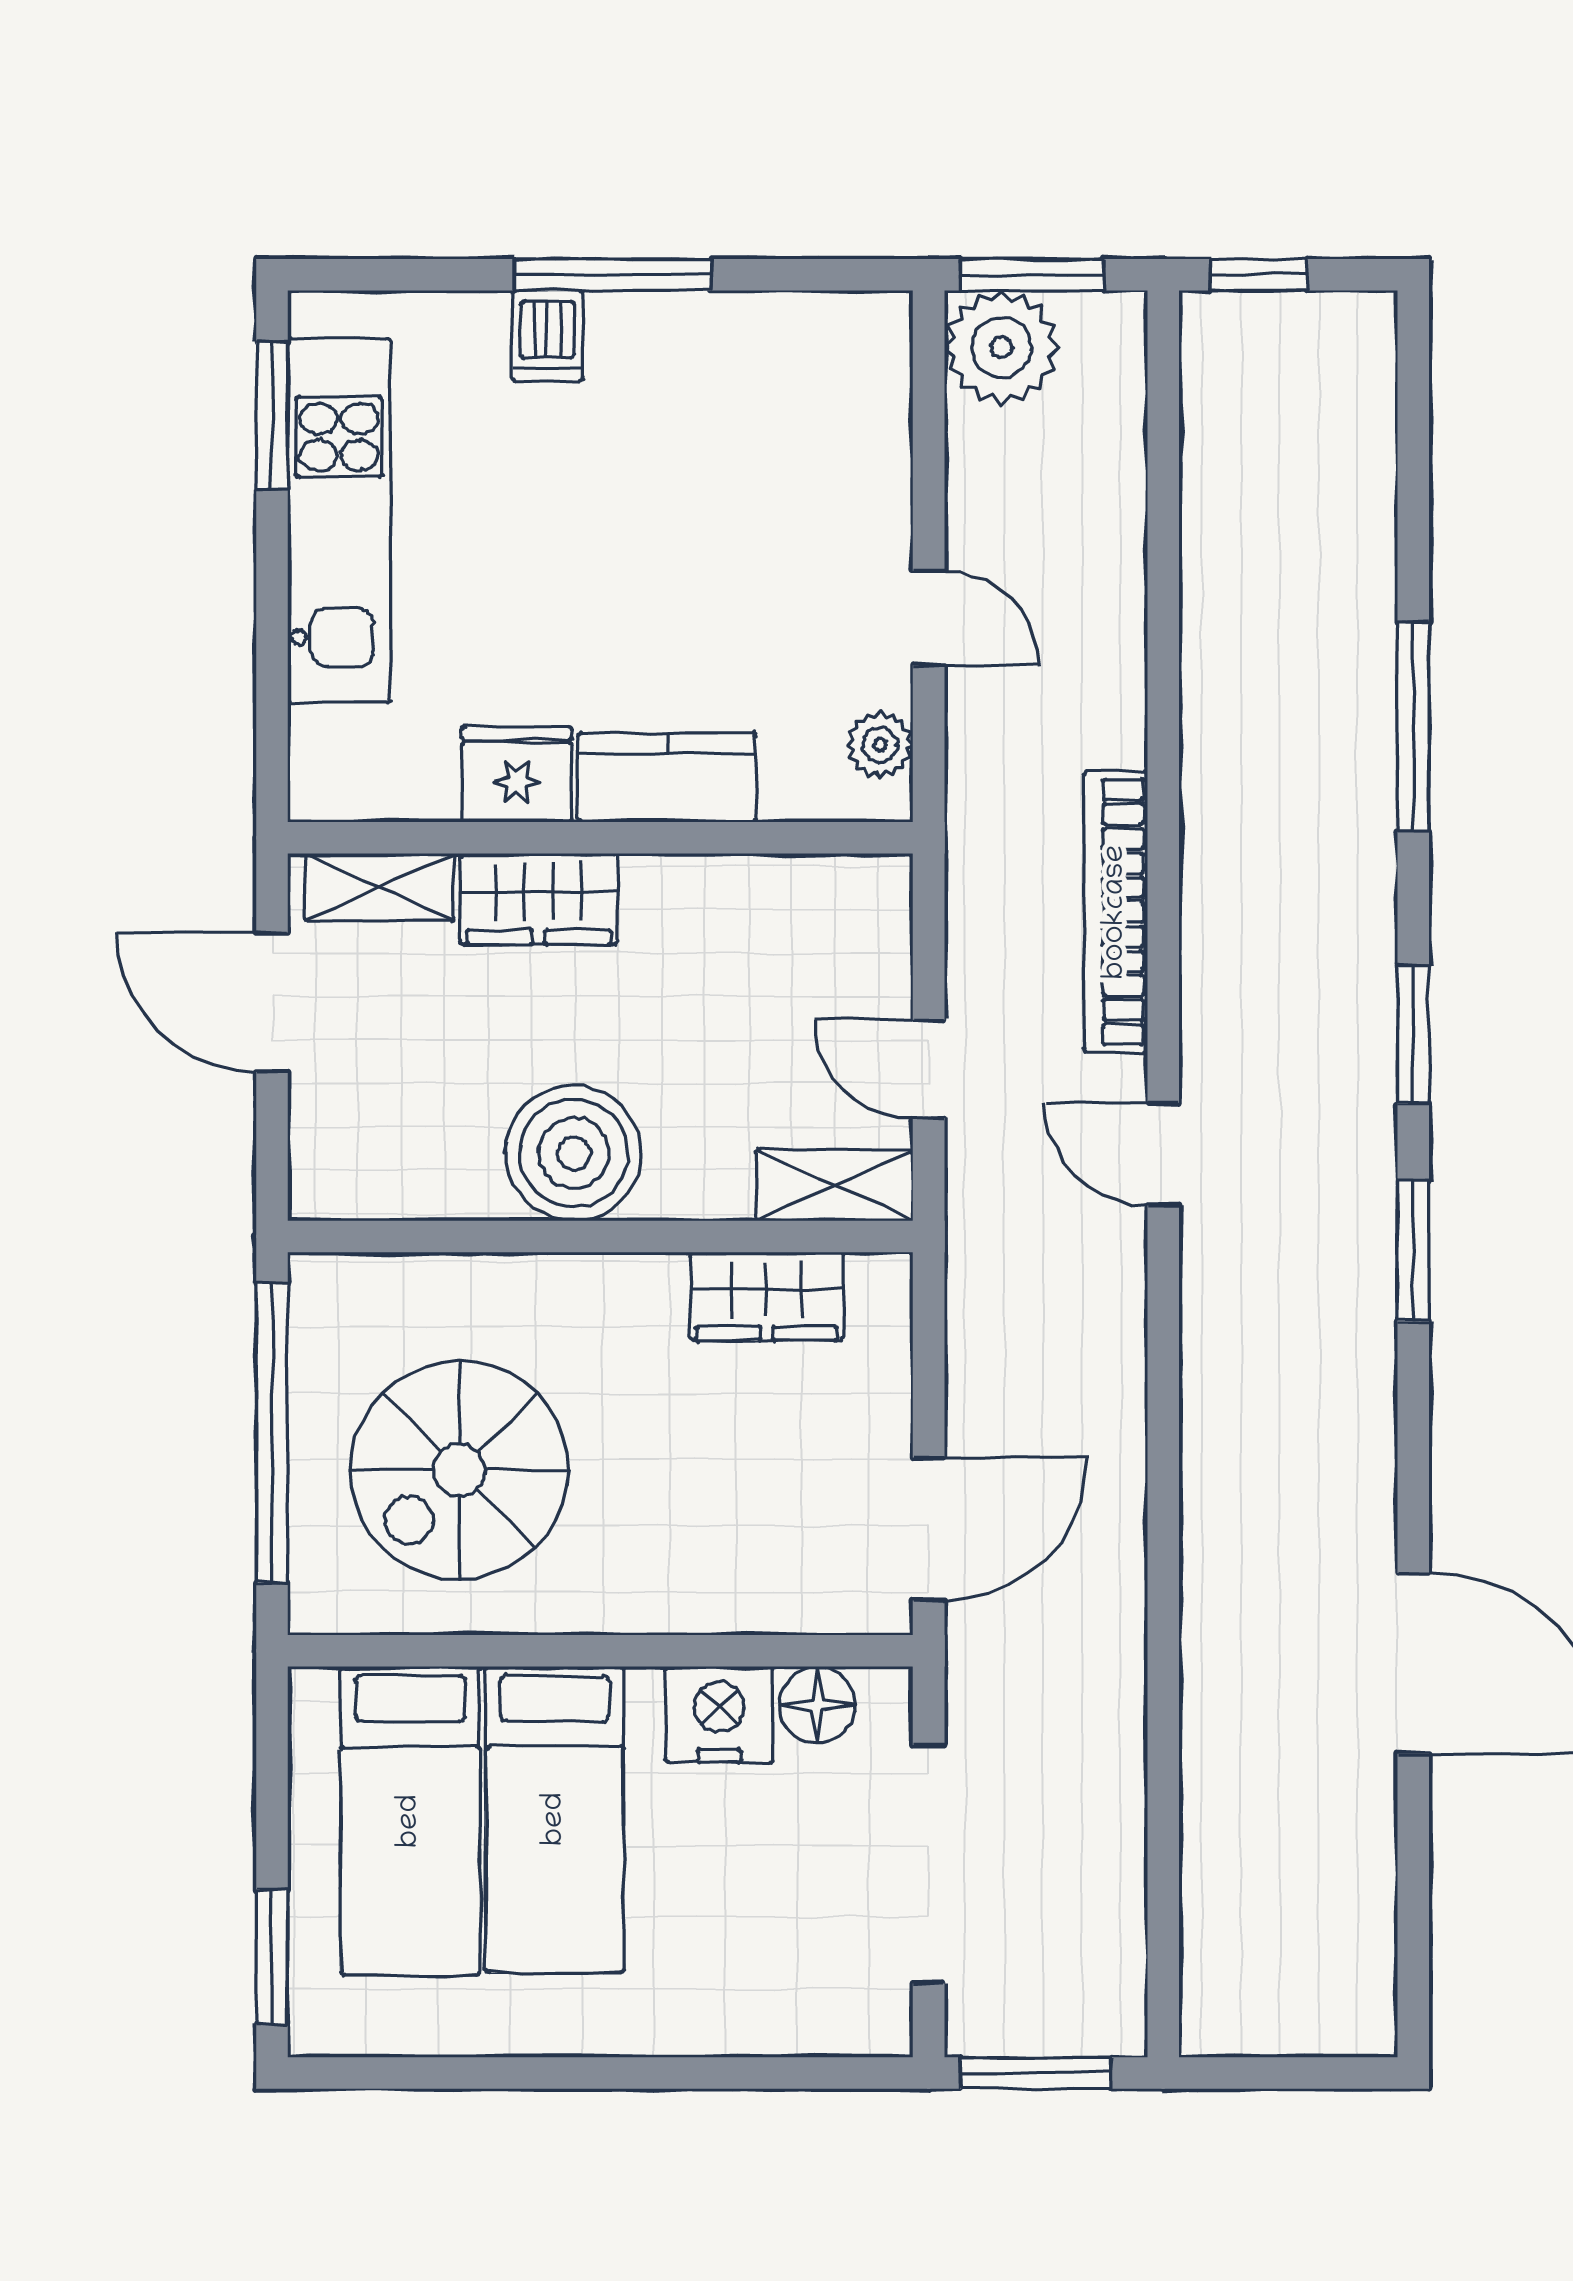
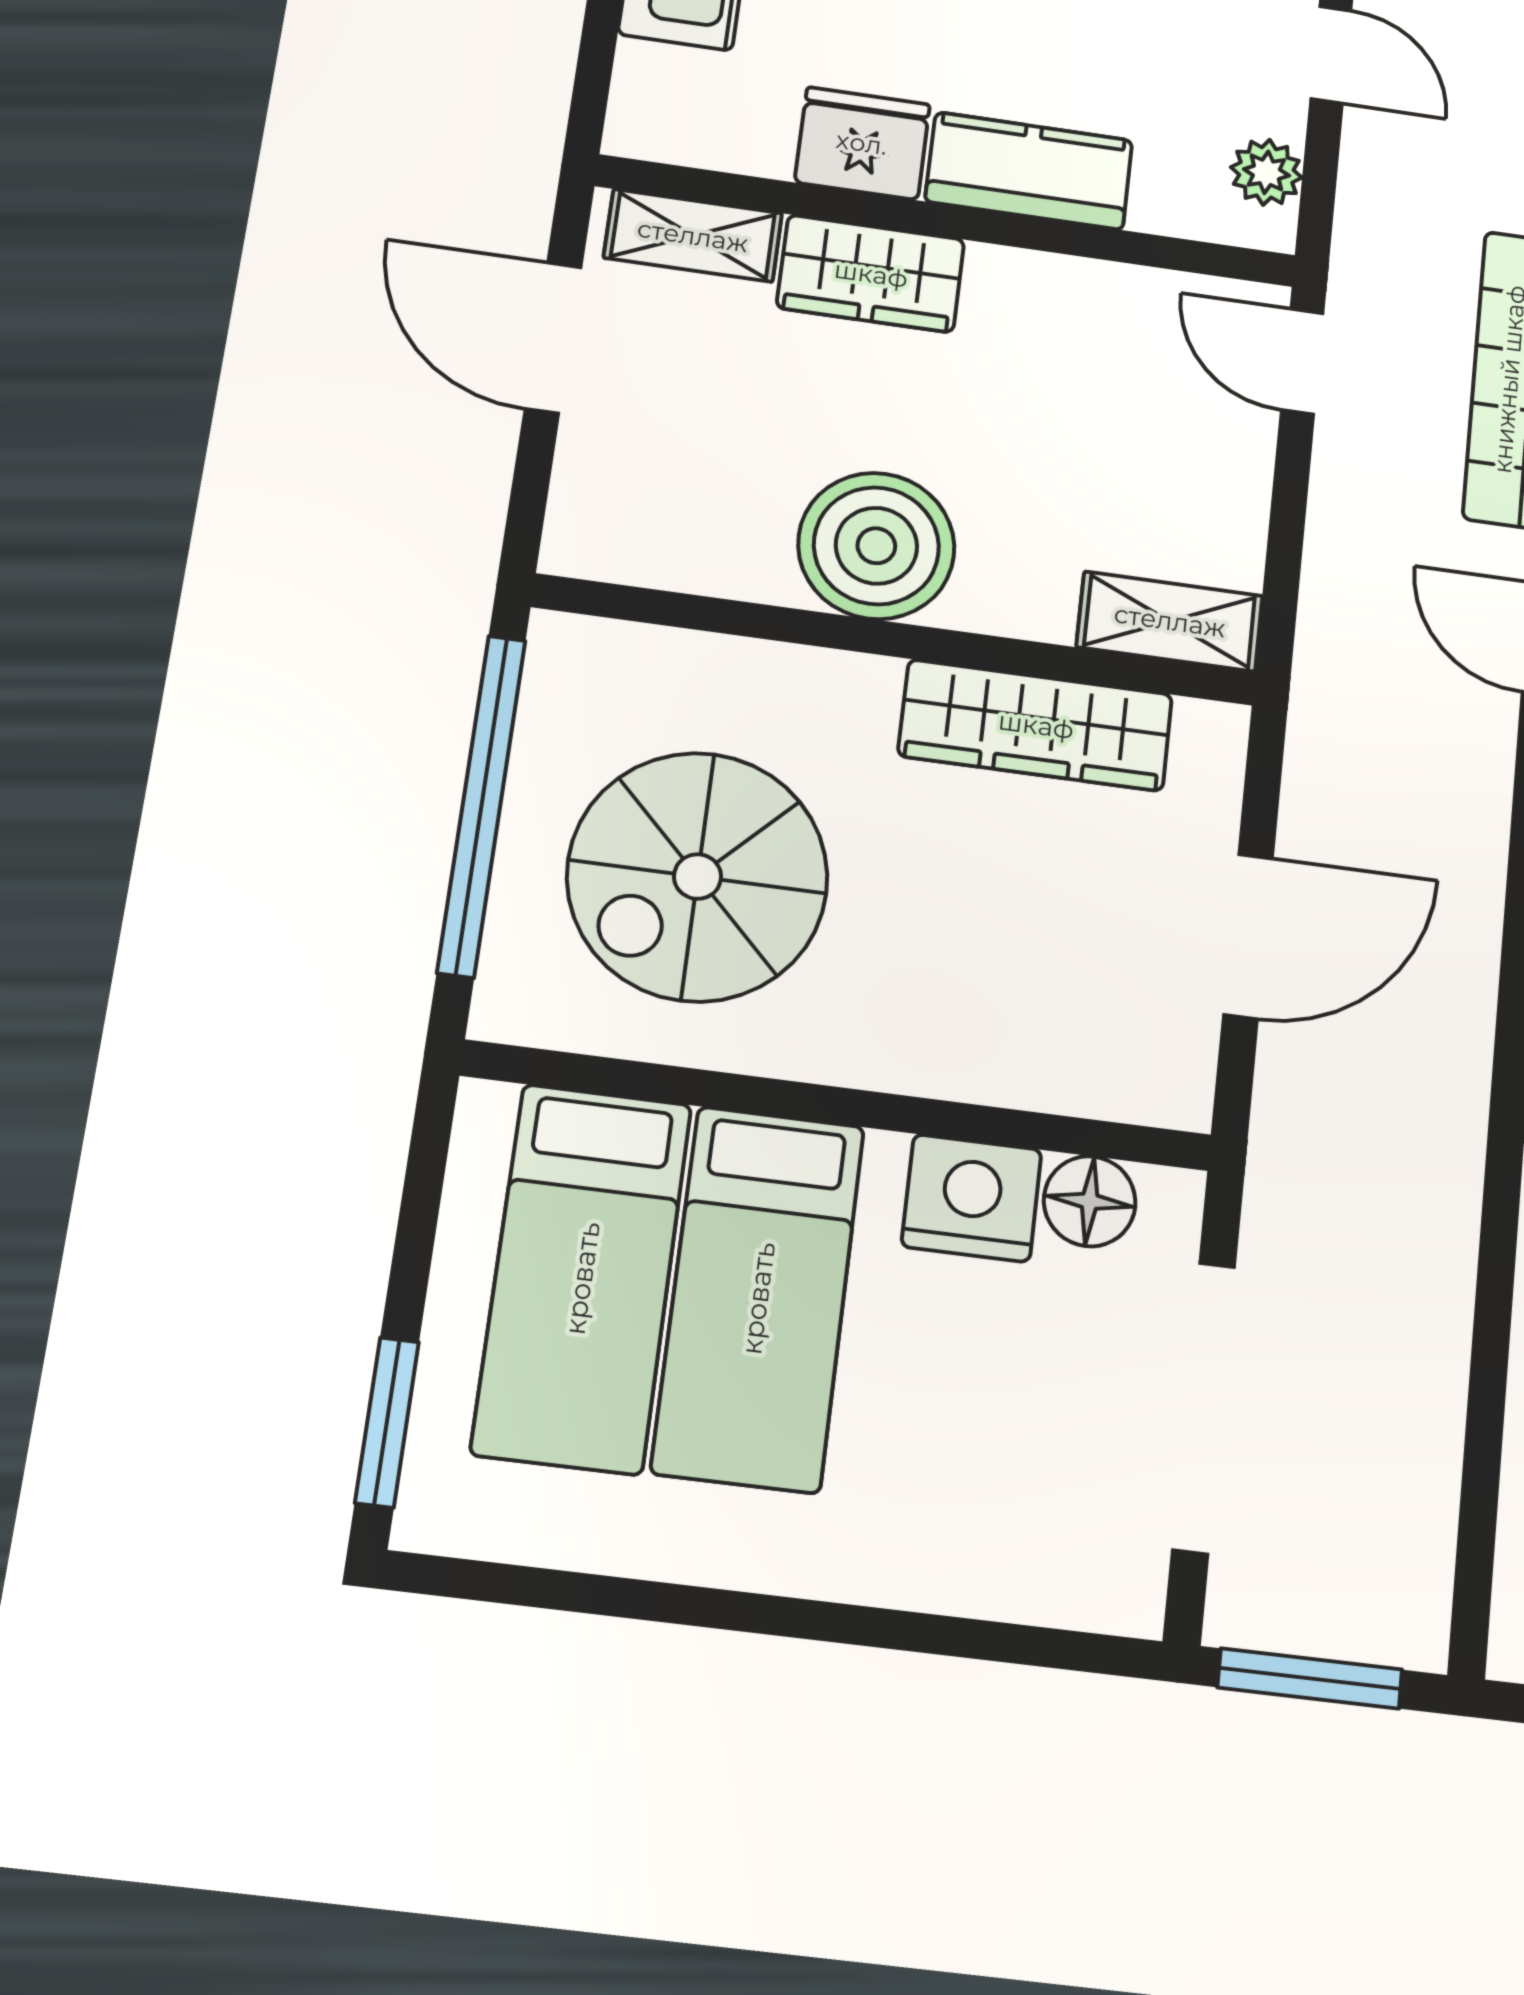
door: (929, 1069) -> (1302, 362), moved
wardrobe: (767, 1296) -> (1036, 725), width x1.50
door: (929, 1529) -> (1248, 936), moved

